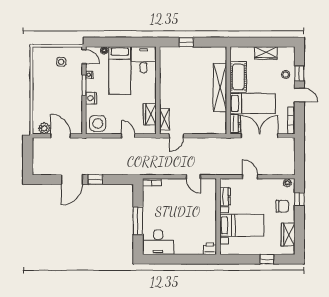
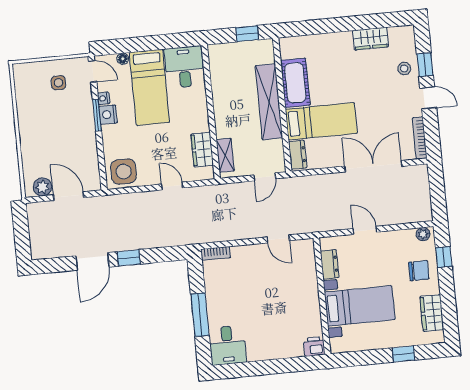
cot: (238, 77) -> (295, 83), moved
shelving: (220, 88) -> (269, 102), moved
wall: (228, 90) -> (282, 105), moved
nightstand: (91, 98) -> (108, 115), moved
bed: (253, 103) -> (321, 121), moved
dresser: (235, 124) -> (298, 155), moved
door: (176, 136) -> (265, 177), moved
desk: (158, 242) -> (228, 345), width x0.73

